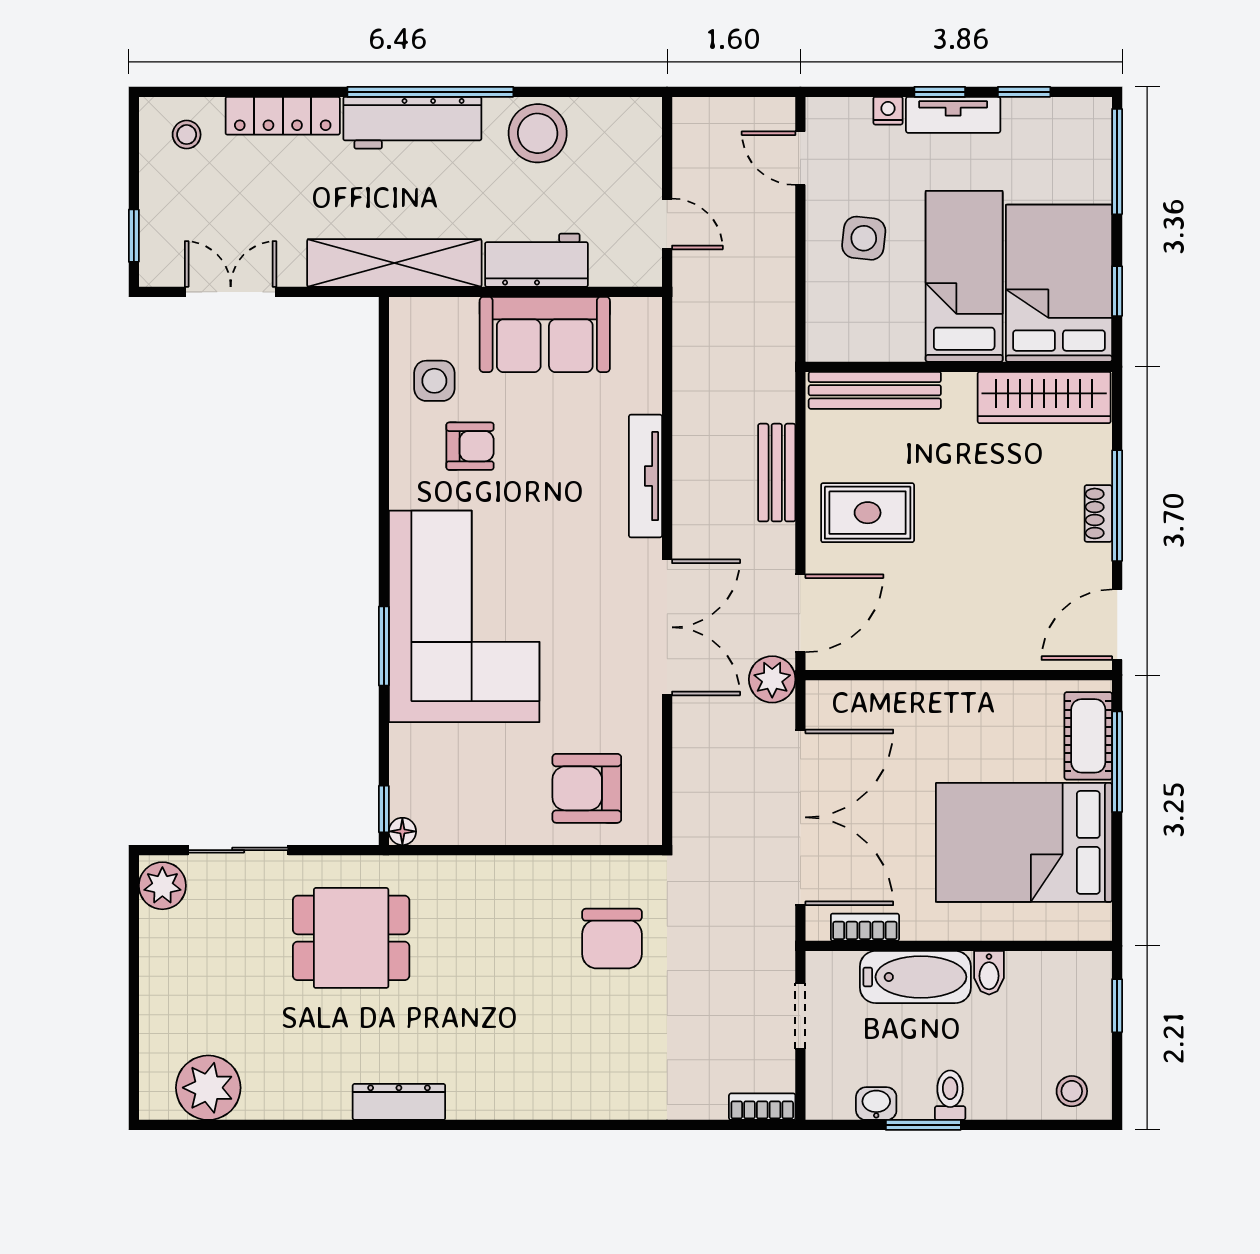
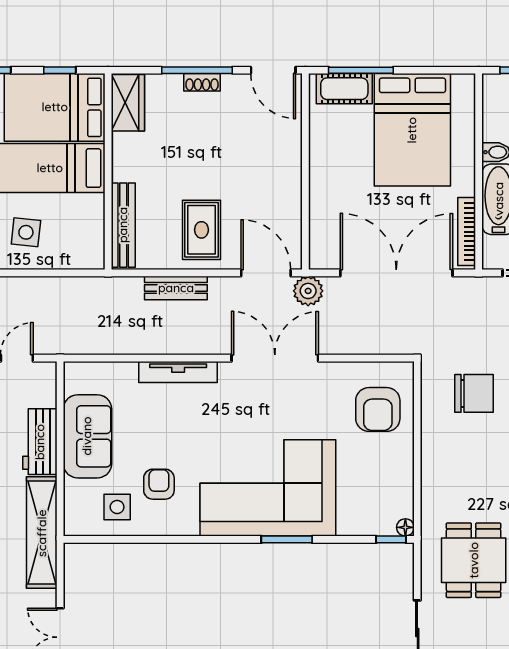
wardrobe: (1044, 397) -> (128, 103), width x0.67
bookcase: (865, 927) -> (467, 232), width x1.56

